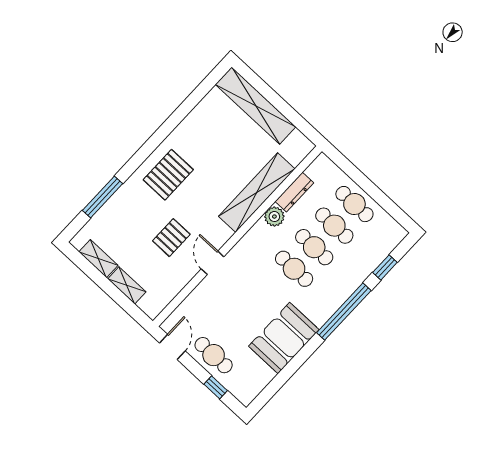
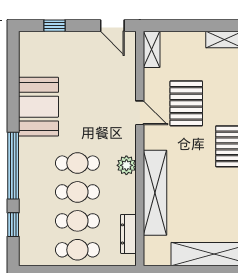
dresser: (294, 192) -> (128, 234), moved
plant: (274, 217) -> (126, 165), moved
pallet: (171, 238) -> (186, 103), width x1.50, depth x1.42
shelving: (127, 285) -> (152, 49), moved, turned 90
cafe table: (214, 355) -> (77, 47), removed

